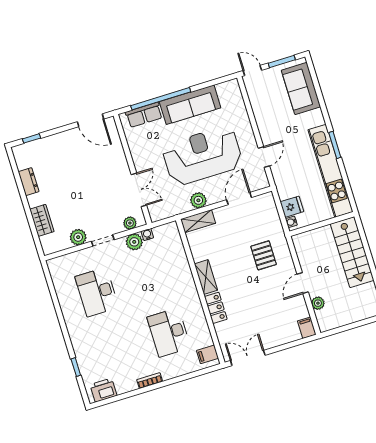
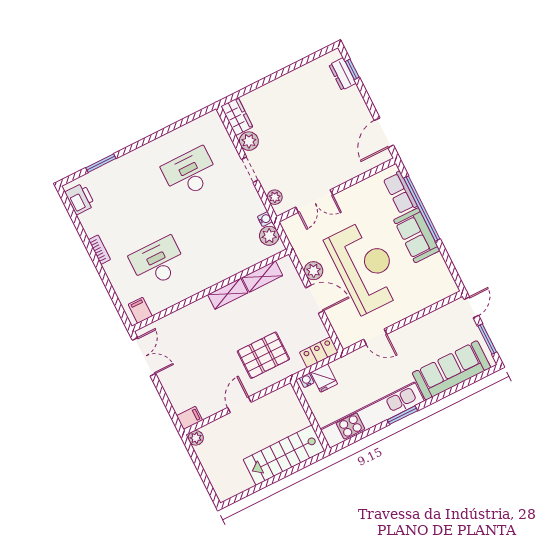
sofa: (301, 89) -> (451, 370), width x1.36
sofa: (190, 105) -> (417, 235), width x0.73
dresser: (29, 182) -> (342, 74), moved, turned 90
door: (239, 199) -> (315, 299), moved
wardrobe: (42, 220) -> (237, 117), moved, turned -90
shelving: (198, 221) -> (262, 277), moved, turned 90
plant: (134, 242) -> (269, 236), moved
pallet: (264, 255) -> (263, 355), width x1.50, depth x1.42
door: (303, 283) -> (239, 405), hinge flipped
plant: (318, 303) -> (196, 438), moved
locker: (216, 308) -> (319, 352), moved, turned 180
window: (76, 367) -> (101, 163), width x1.50

